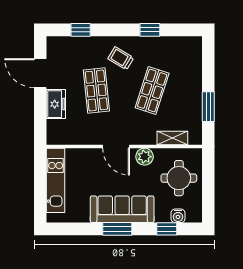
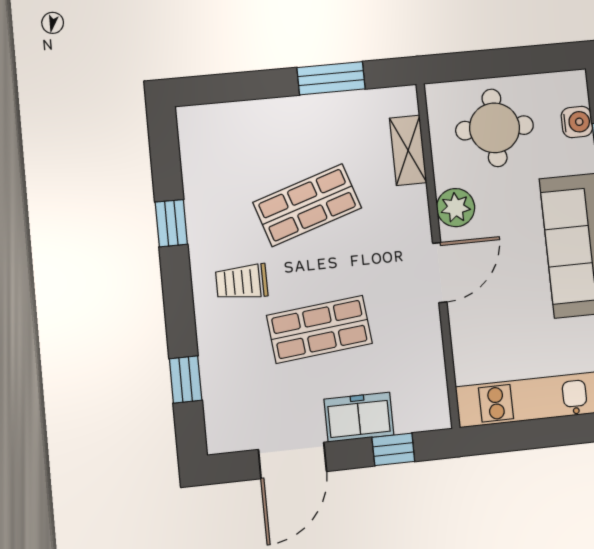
trolley: (121, 58) -> (242, 282), turned 59
shop shelf: (152, 91) -> (307, 205), turned -36
window: (40, 118) -> (393, 449), added

